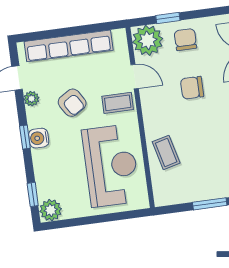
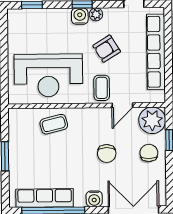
chair: (185, 40) -> (149, 153), turned -90
chair: (192, 88) -> (107, 153), turned 180
plant: (31, 99) -> (96, 14), moved
plant: (51, 210) -> (17, 19), removed

